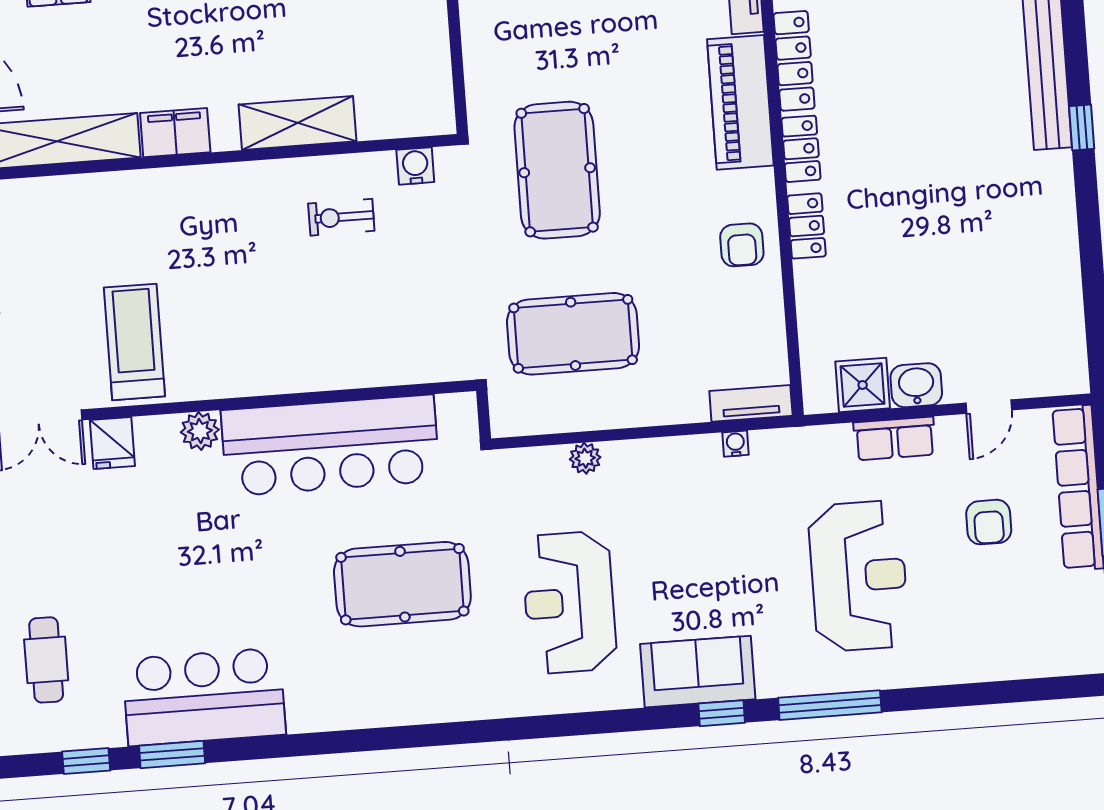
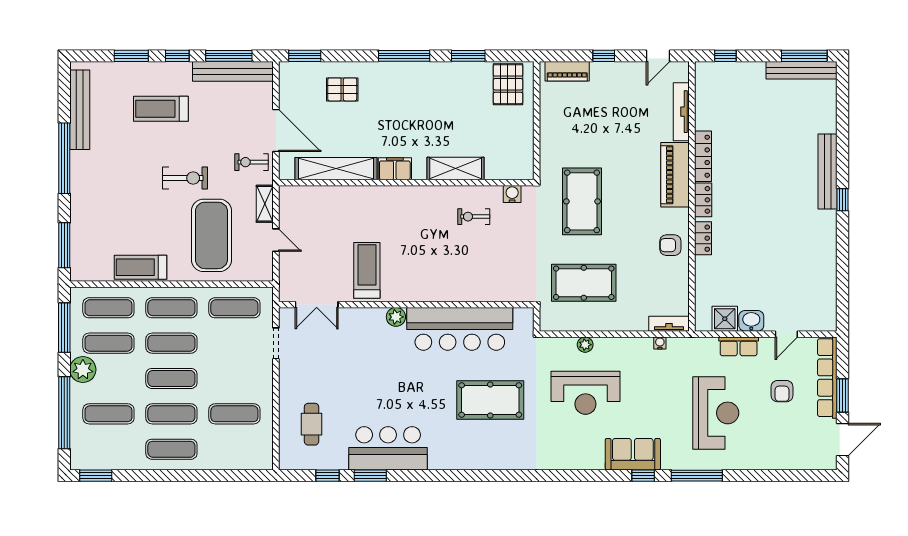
armchair: (742, 245) -> (670, 245), turned 90
fridge: (112, 443) -> (352, 320), removed
reception desk: (569, 602) -> (585, 393), moved, turned -90

